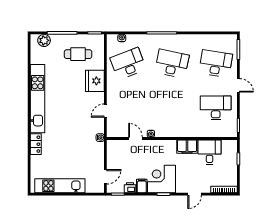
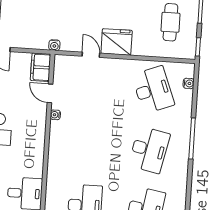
fridge: (95, 81) -> (117, 42), moved
door: (136, 139) -> (50, 93), swing flipped
filing cabinet: (187, 147) -> (41, 67), moved

